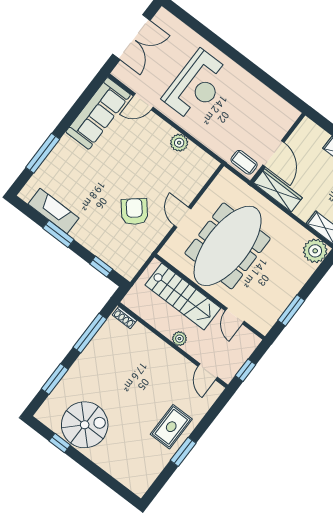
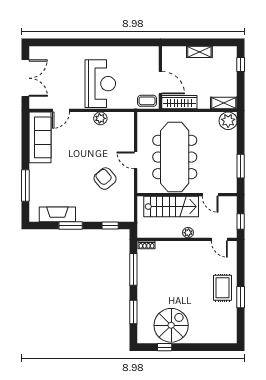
reception desk: (197, 86) -> (100, 84), moved

